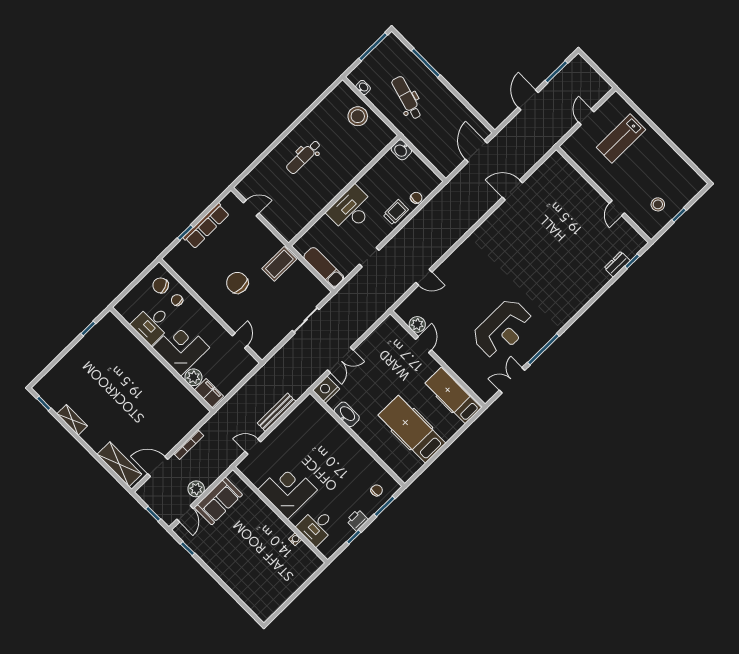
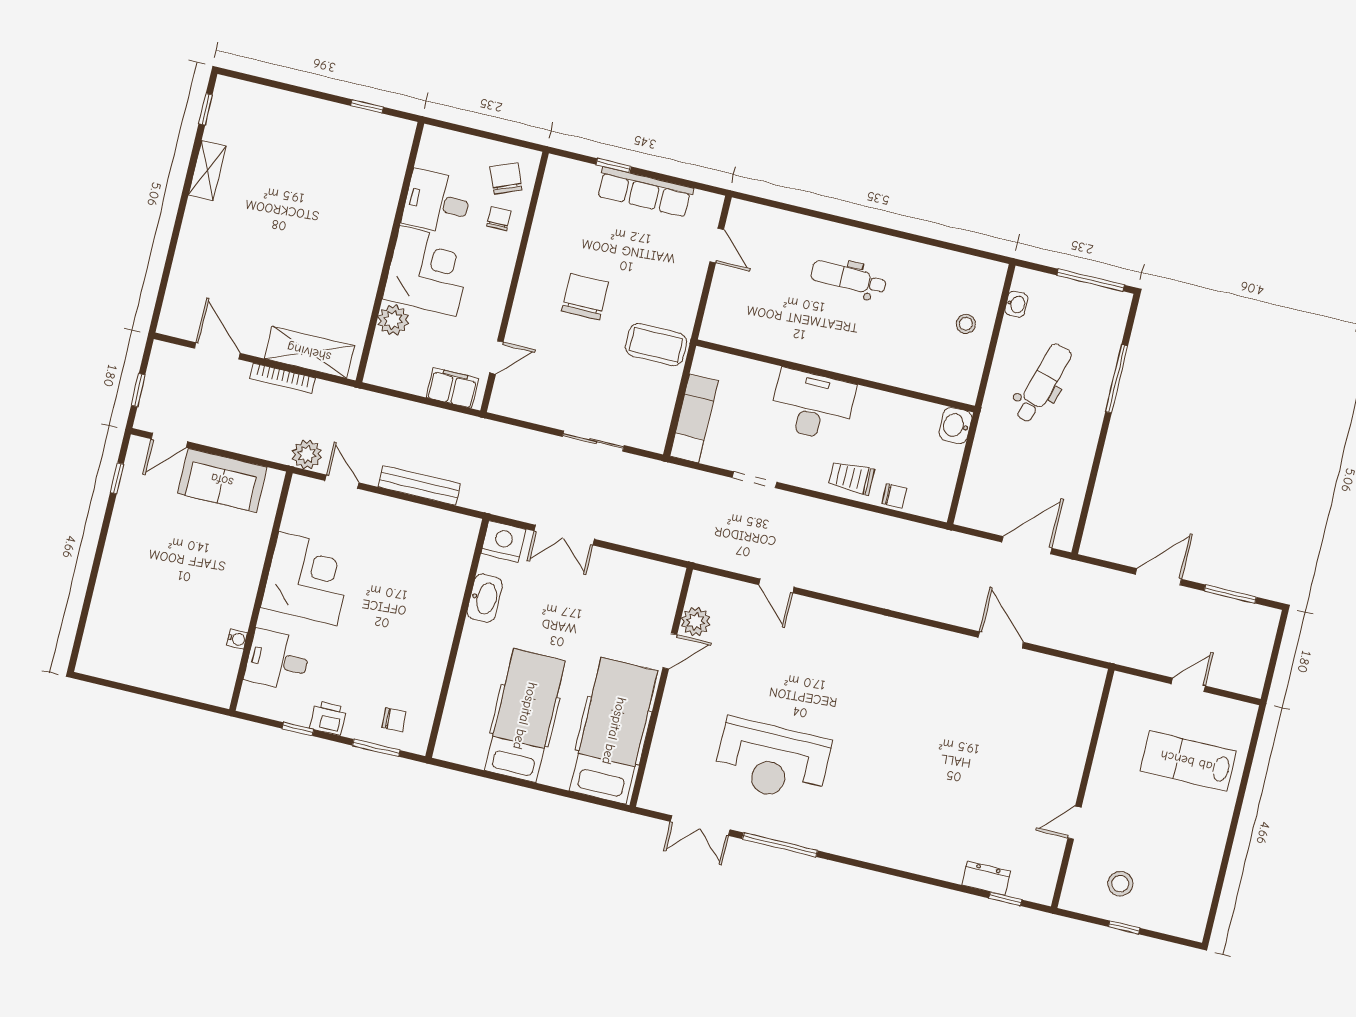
stool: (358, 116) -> (966, 324), width x0.53, depth x0.53
trolley: (396, 212) -> (851, 478), turned 180
double door: (512, 380) -> (700, 826), swing flipped
filing cabinet: (209, 393) -> (452, 388), moved, turned -90
hospital bed: (453, 396) -> (614, 731), width x1.37, depth x1.29
shelving: (119, 464) -> (309, 352), moved, turned 90
plant: (196, 489) -> (307, 454), moved

